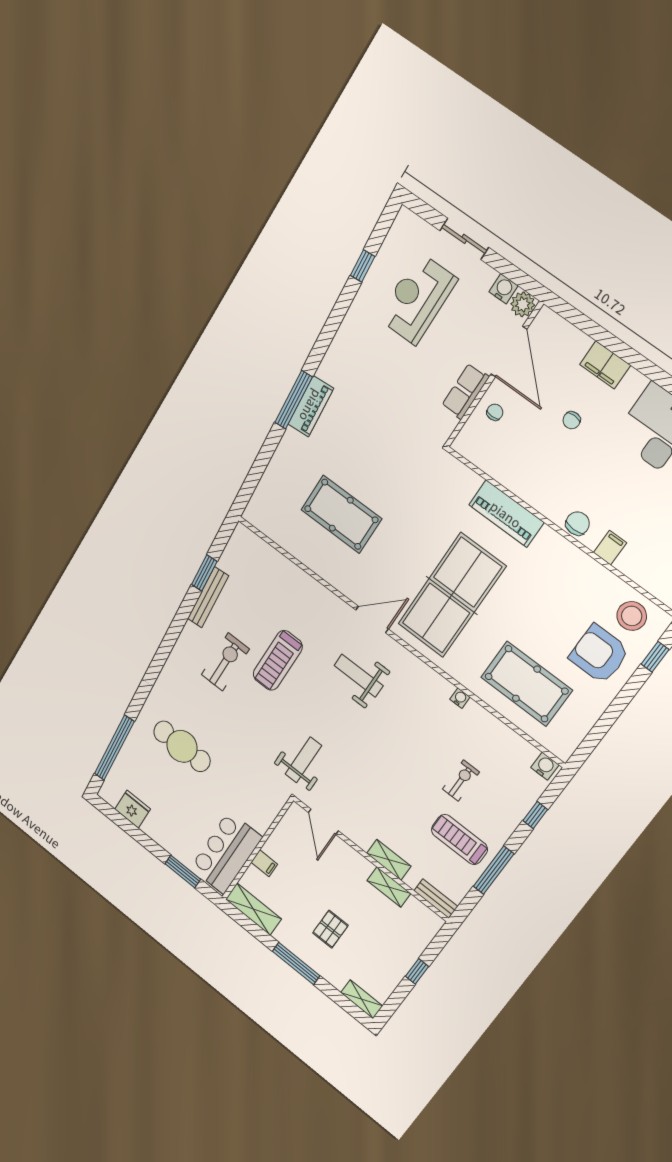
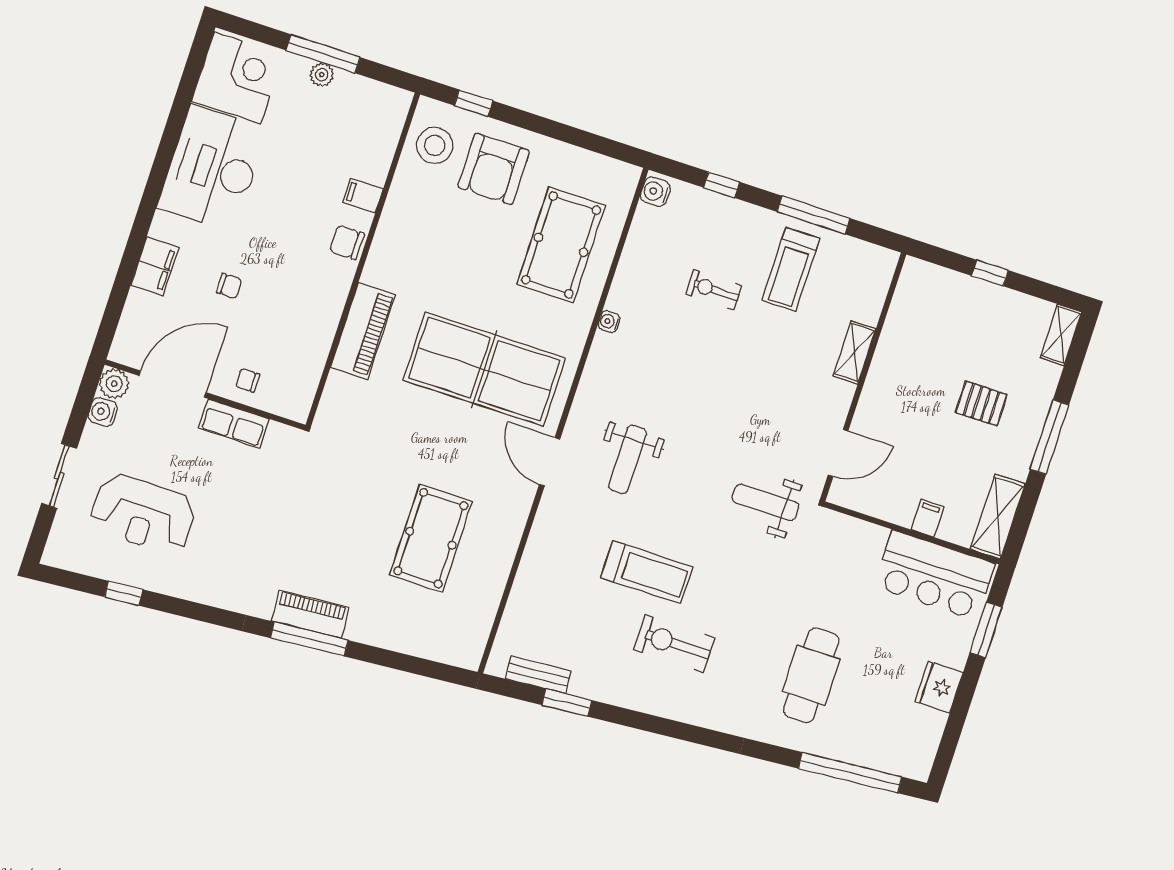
bench: (208, 597) -> (538, 675), moved, width x0.73
fridge: (133, 809) -> (939, 687), moved
shelving: (389, 887) -> (891, 342), removed
bench: (436, 899) -> (881, 277), removed

